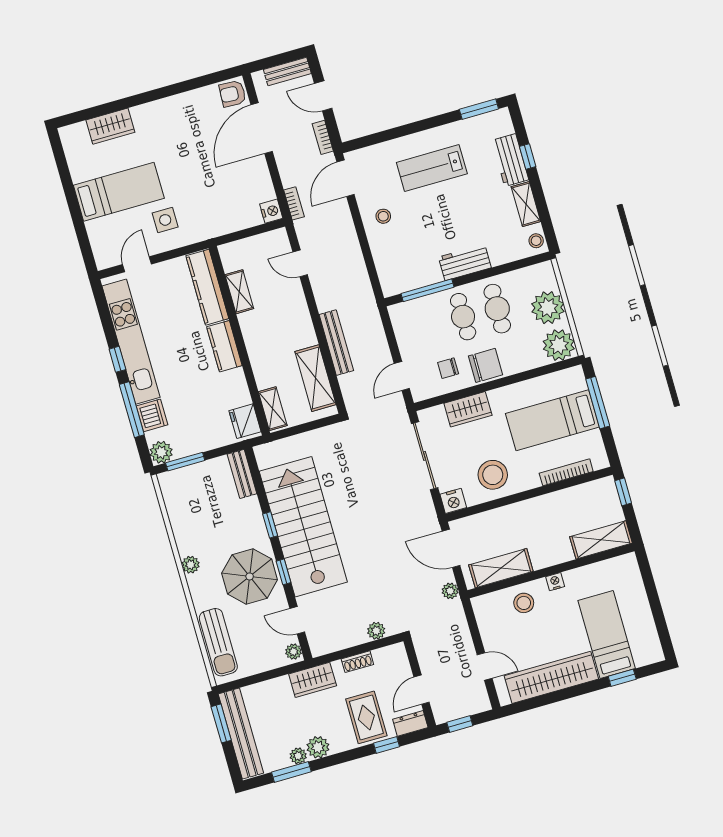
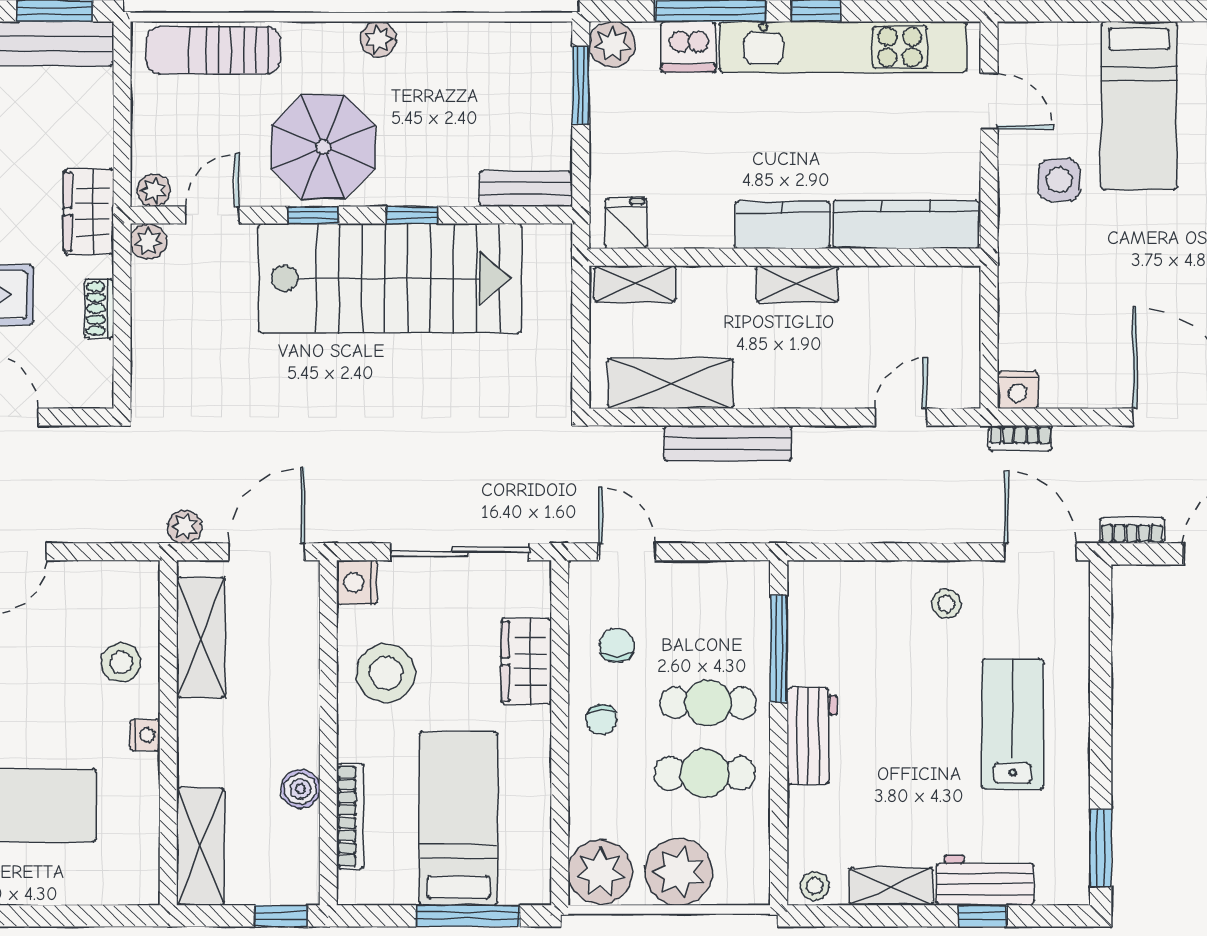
shelving: (239, 292) -> (797, 284), moved
chair: (486, 365) -> (601, 719), width x0.54, depth x0.54
fridge: (245, 421) -> (626, 223), width x0.72
boiler: (560, 500) -> (300, 789), added
plant: (376, 631) -> (148, 241), moved

